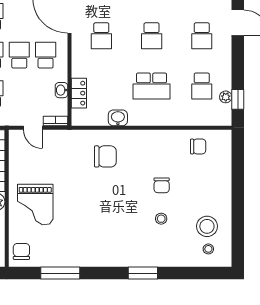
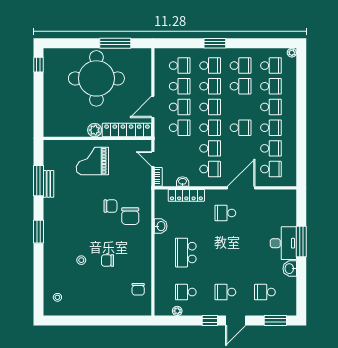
school desk: (152, 36) -> (225, 253), removed
locker: (79, 93) -> (186, 195), width x1.53
window: (238, 99) -> (210, 321), moved
door: (33, 128) -> (153, 159), hinge flipped
stool: (207, 226) -> (75, 296), removed
chair: (21, 251) -> (110, 206), moved
bench: (64, 260) -> (48, 184), added
window: (143, 273) -> (38, 232), moved

